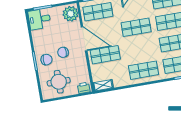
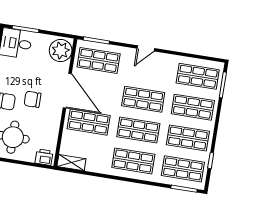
shop shelf: (140, 49) -> (138, 130), added

